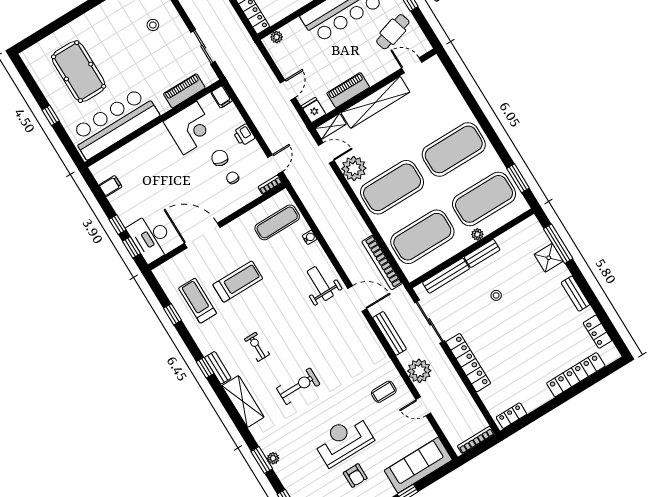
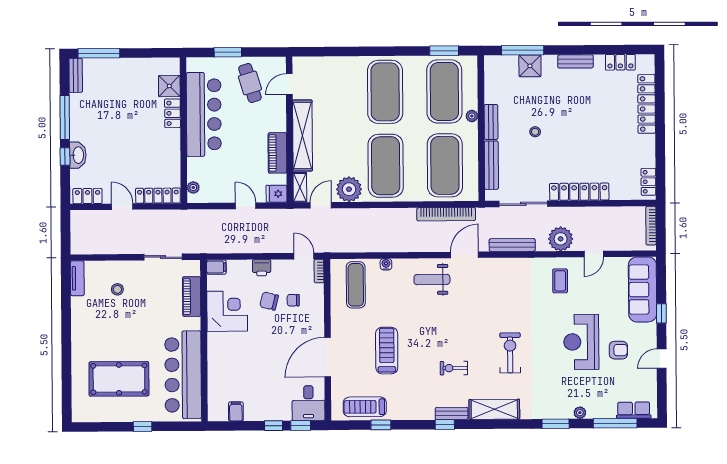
desk: (151, 238) -> (308, 403), width x0.73
treadmill: (198, 301) -> (365, 407), moved
plant: (273, 458) -> (580, 413), moved

